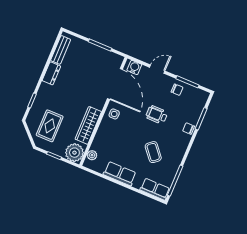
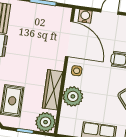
plant: (92, 155) -> (73, 96), moved, width x1.88, depth x1.88

